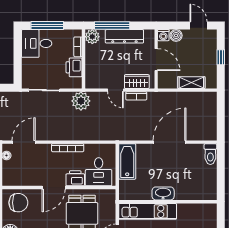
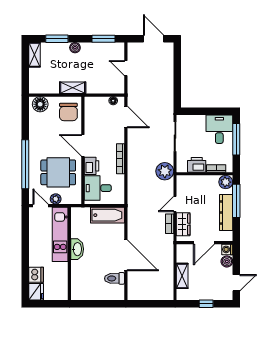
toilet: (210, 154) -> (114, 278), moved
plant: (110, 216) -> (56, 199), added

